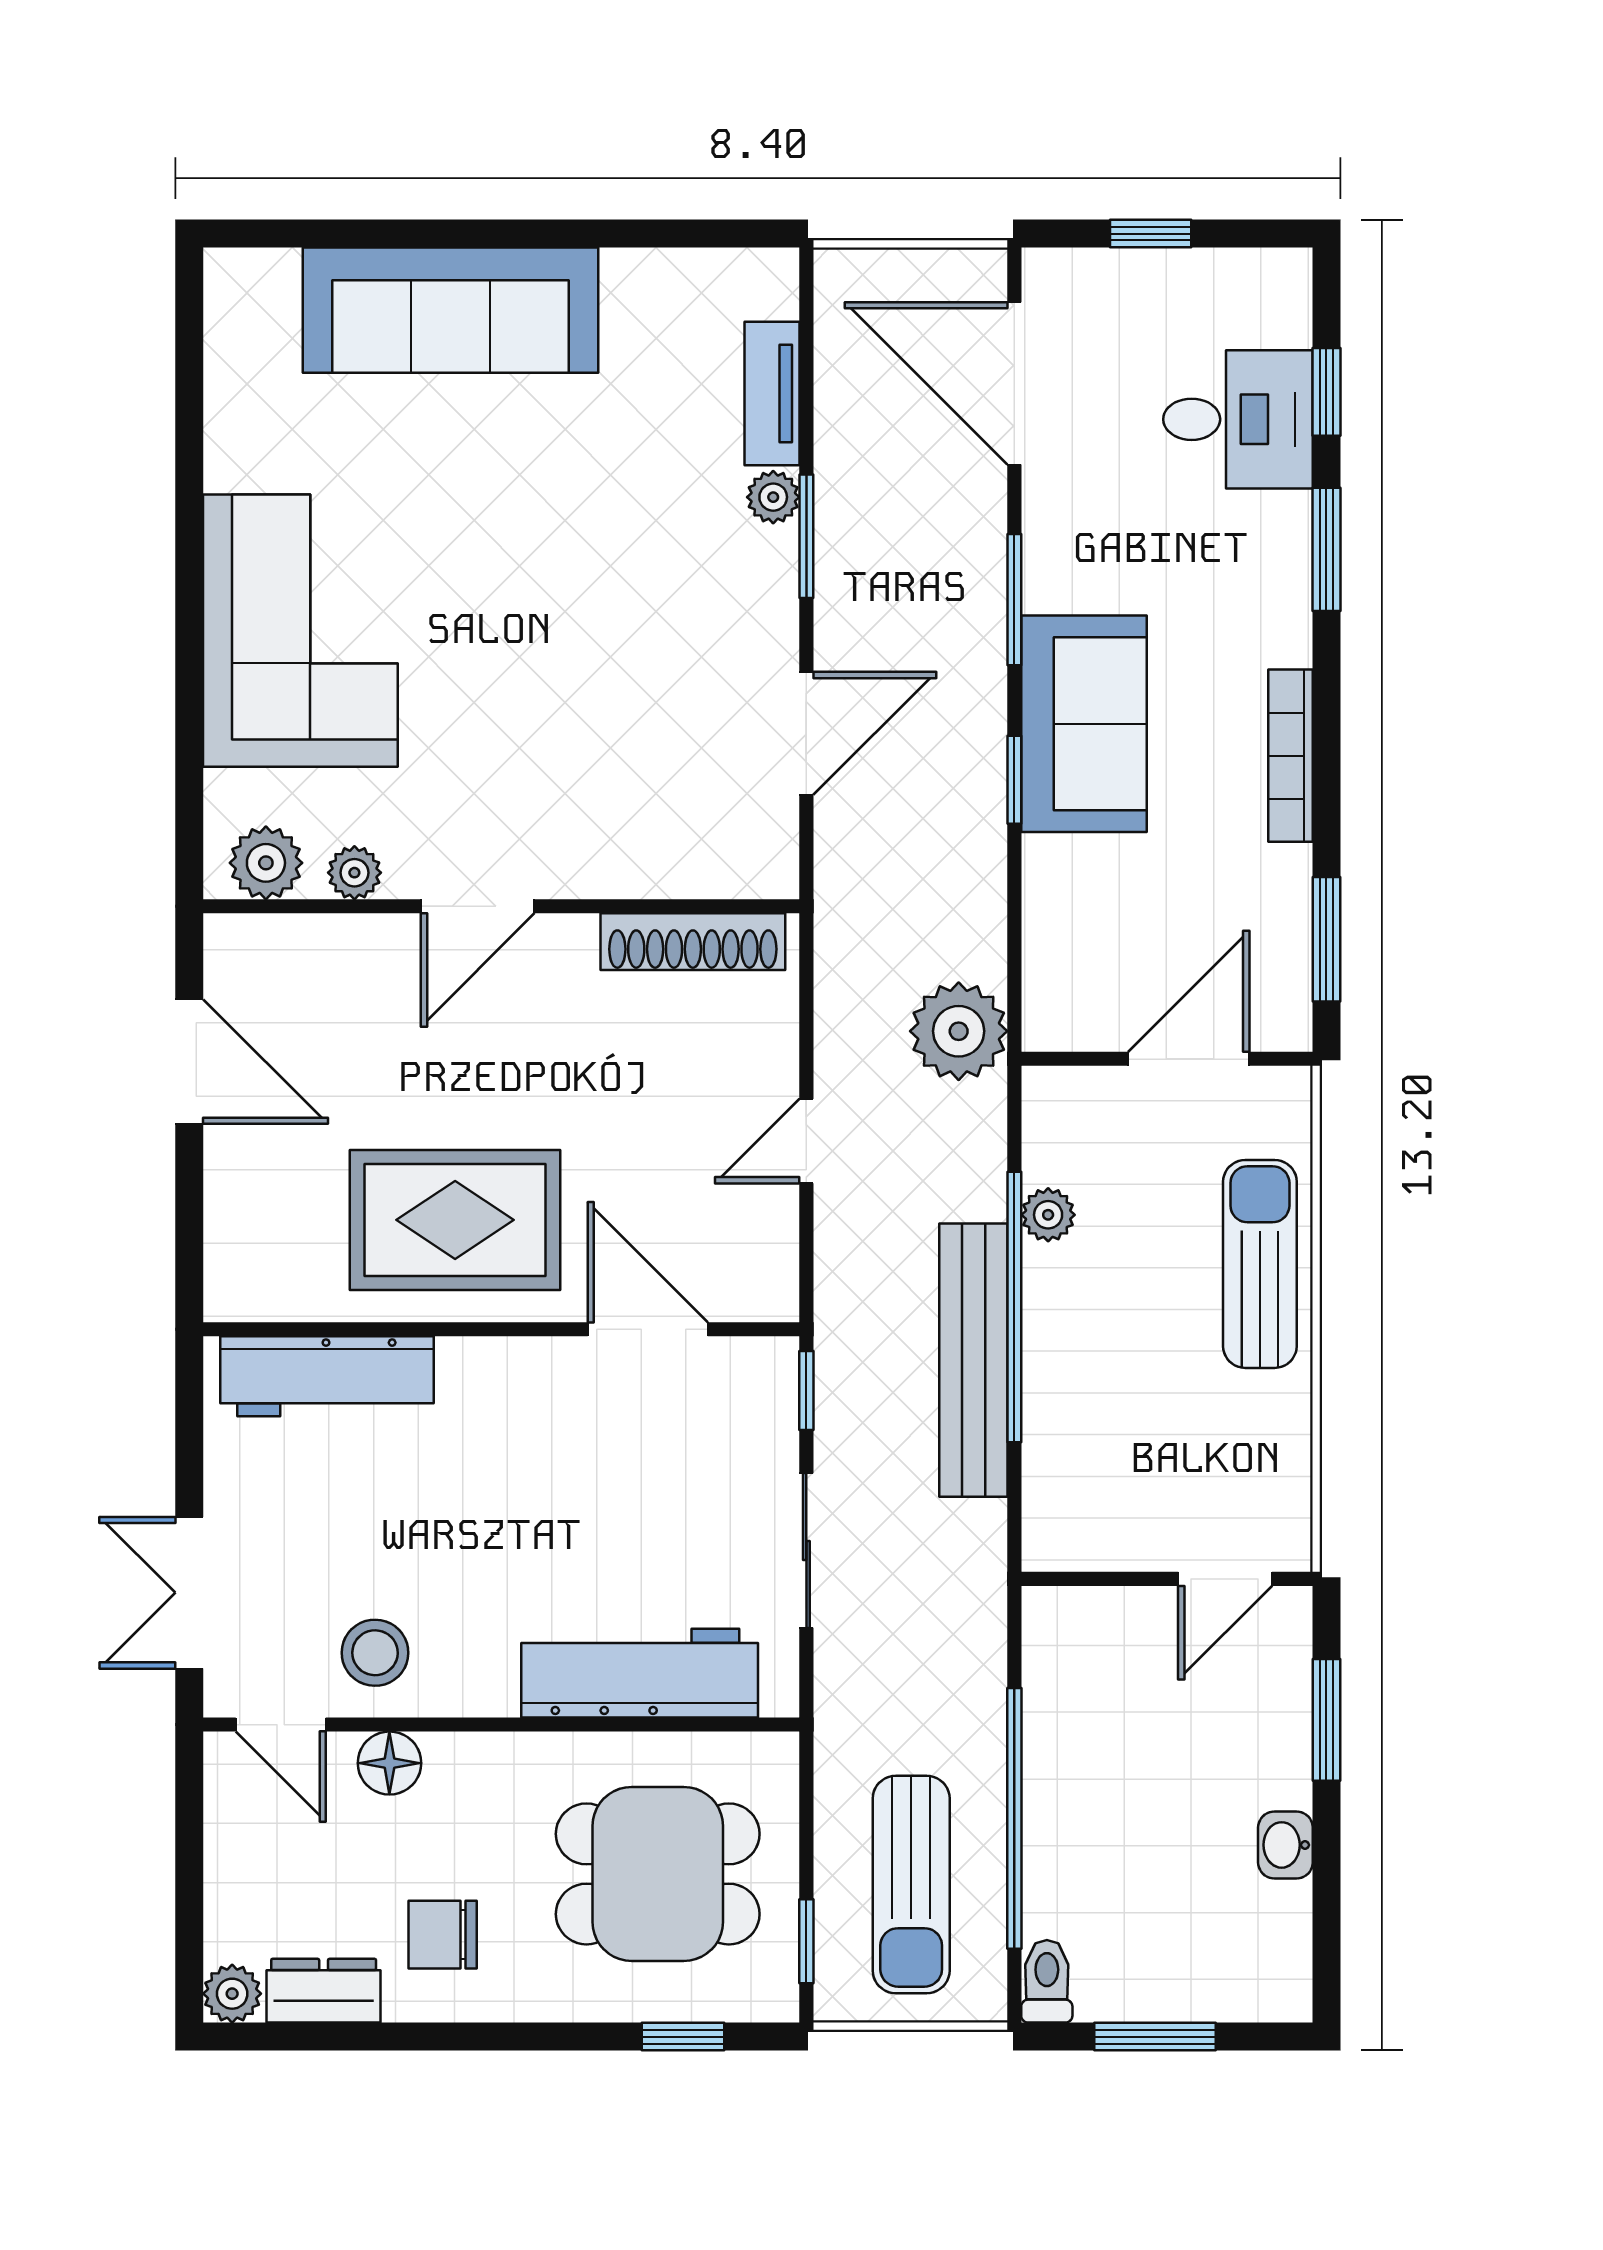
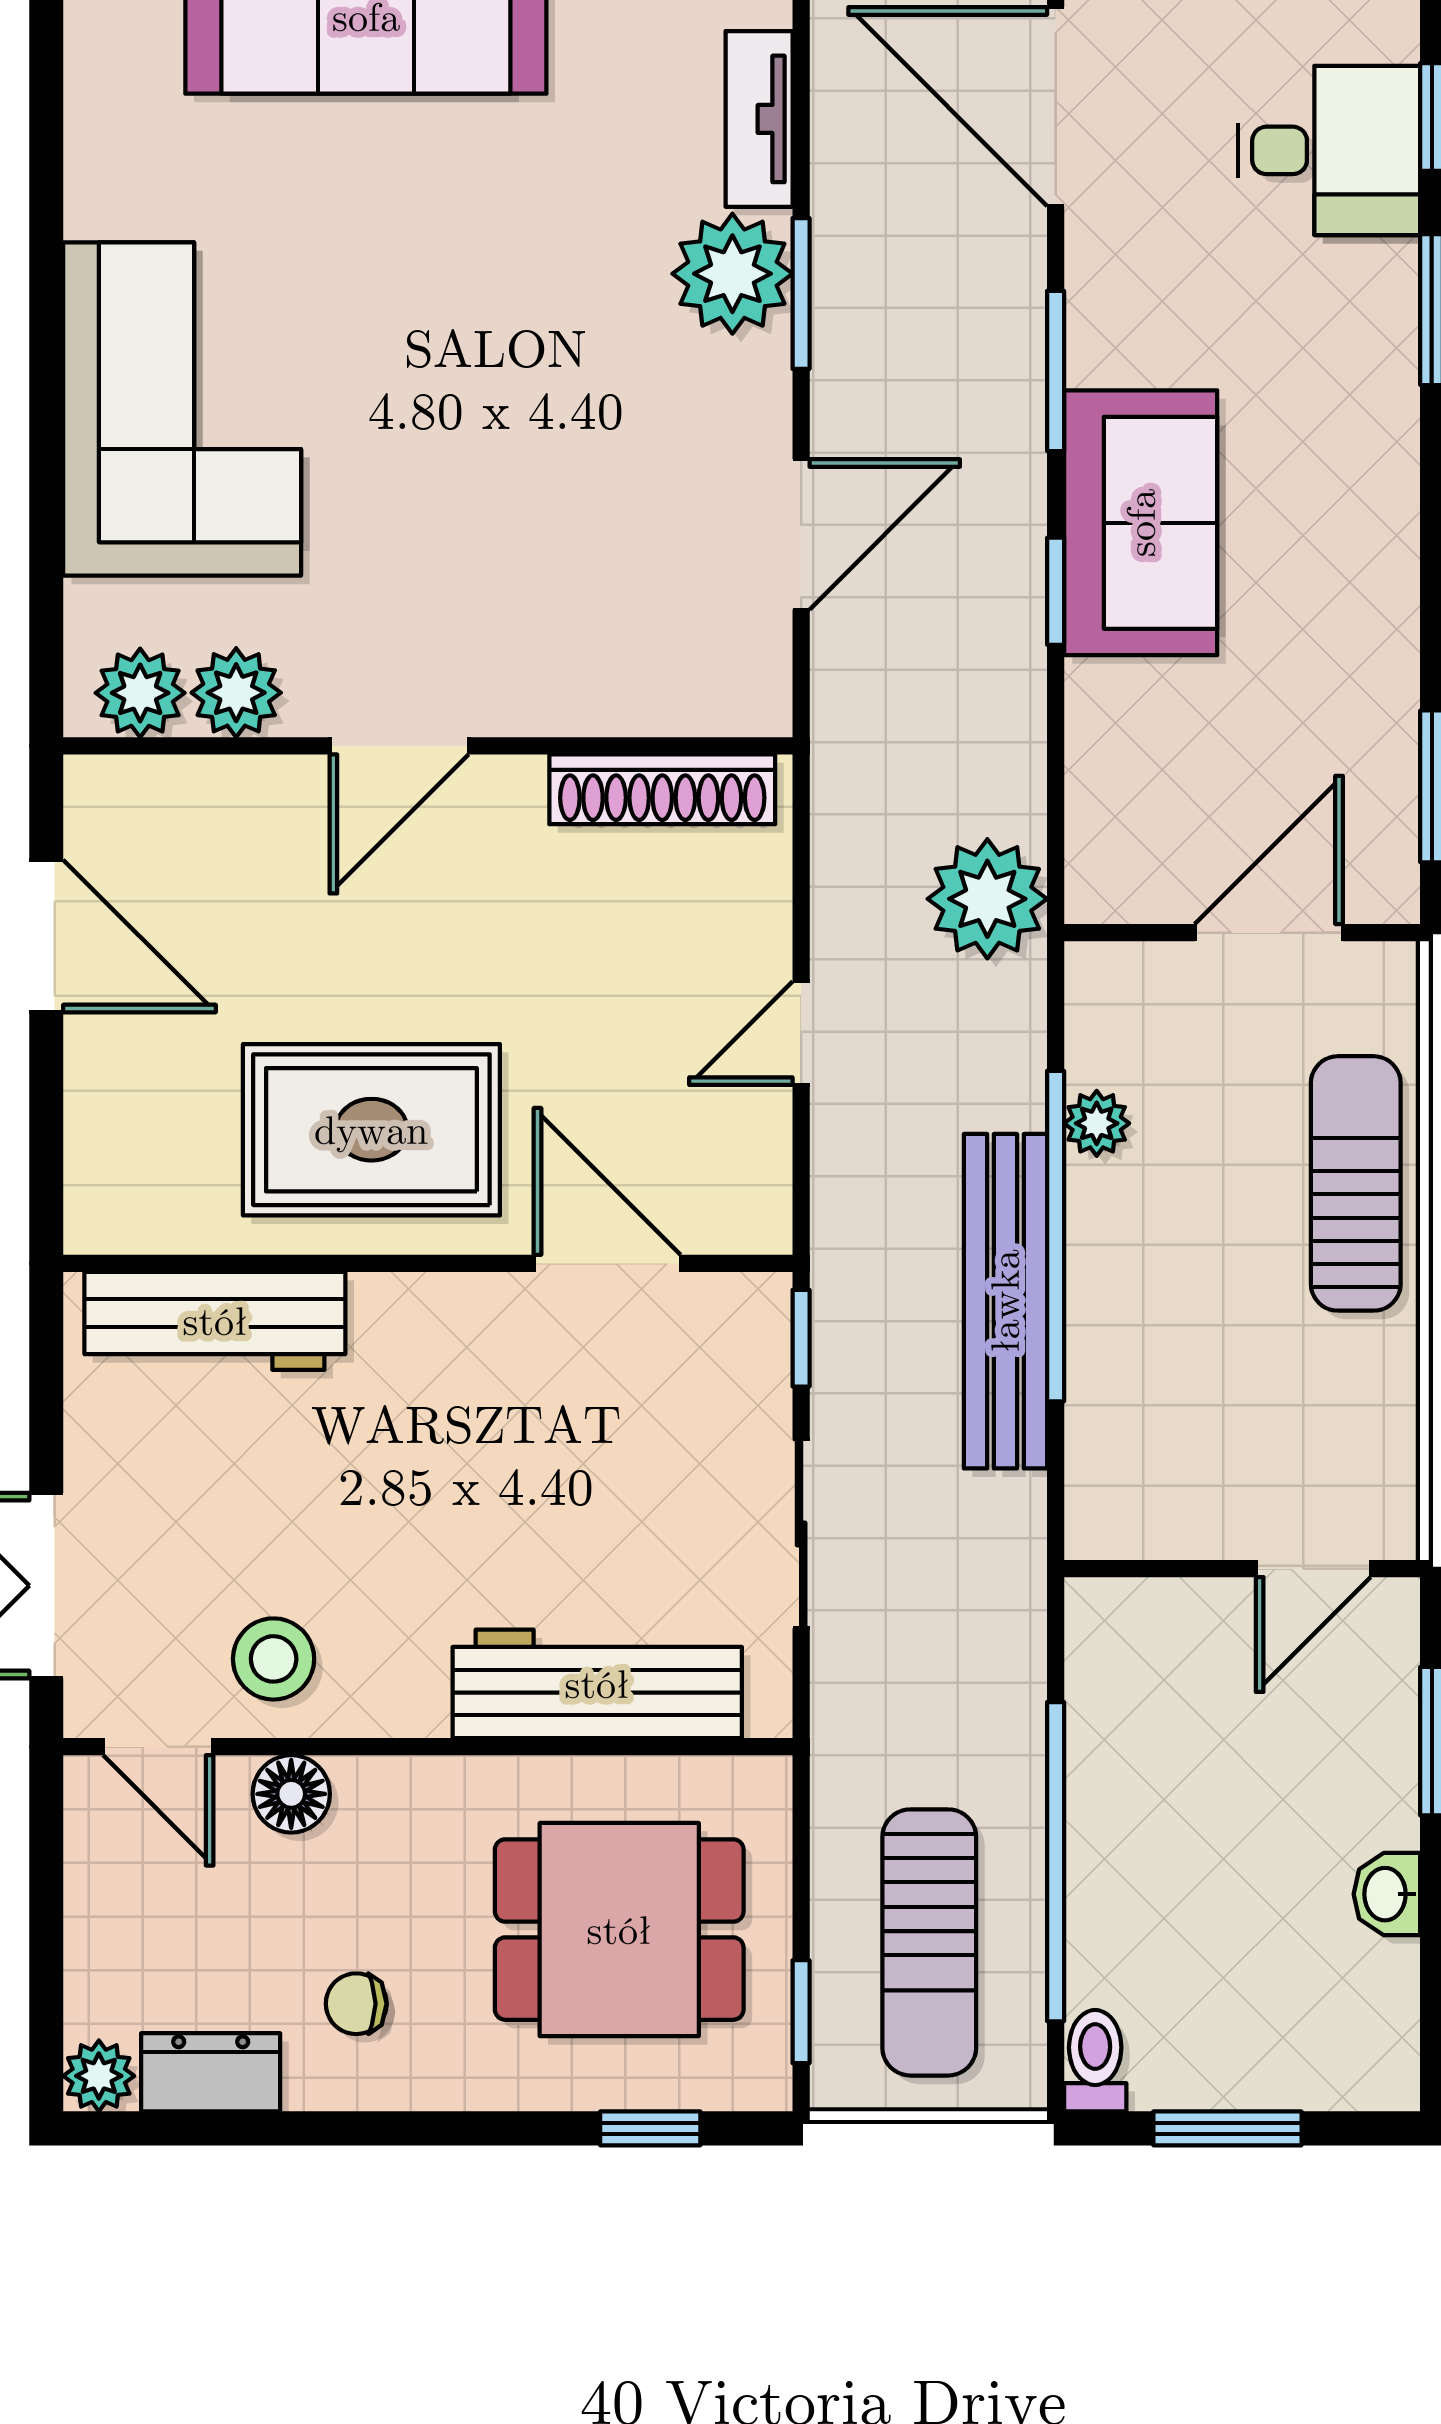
plant: (773, 497) -> (732, 274), width x1.87, depth x1.87
bookcase: (1291, 756) -> (1393, 562), removed
plant: (354, 873) -> (236, 693), width x1.38, depth x1.38
chair: (443, 1935) -> (356, 2004), width x0.73, depth x0.73

